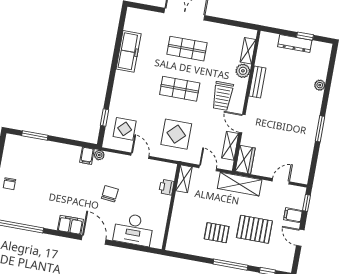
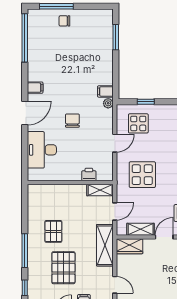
chair: (110, 194) -> (72, 121), turned -96
filing cabinet: (70, 225) -> (35, 88), width x0.50

